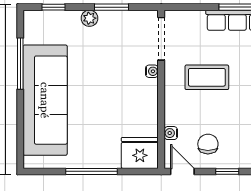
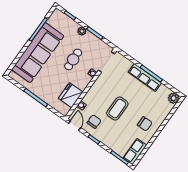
cafe table: (107, 71) -> (73, 59), added
coffee table: (207, 77) -> (117, 109), moved, turned 90
fridge: (140, 153) -> (71, 95), moved, turned -90

